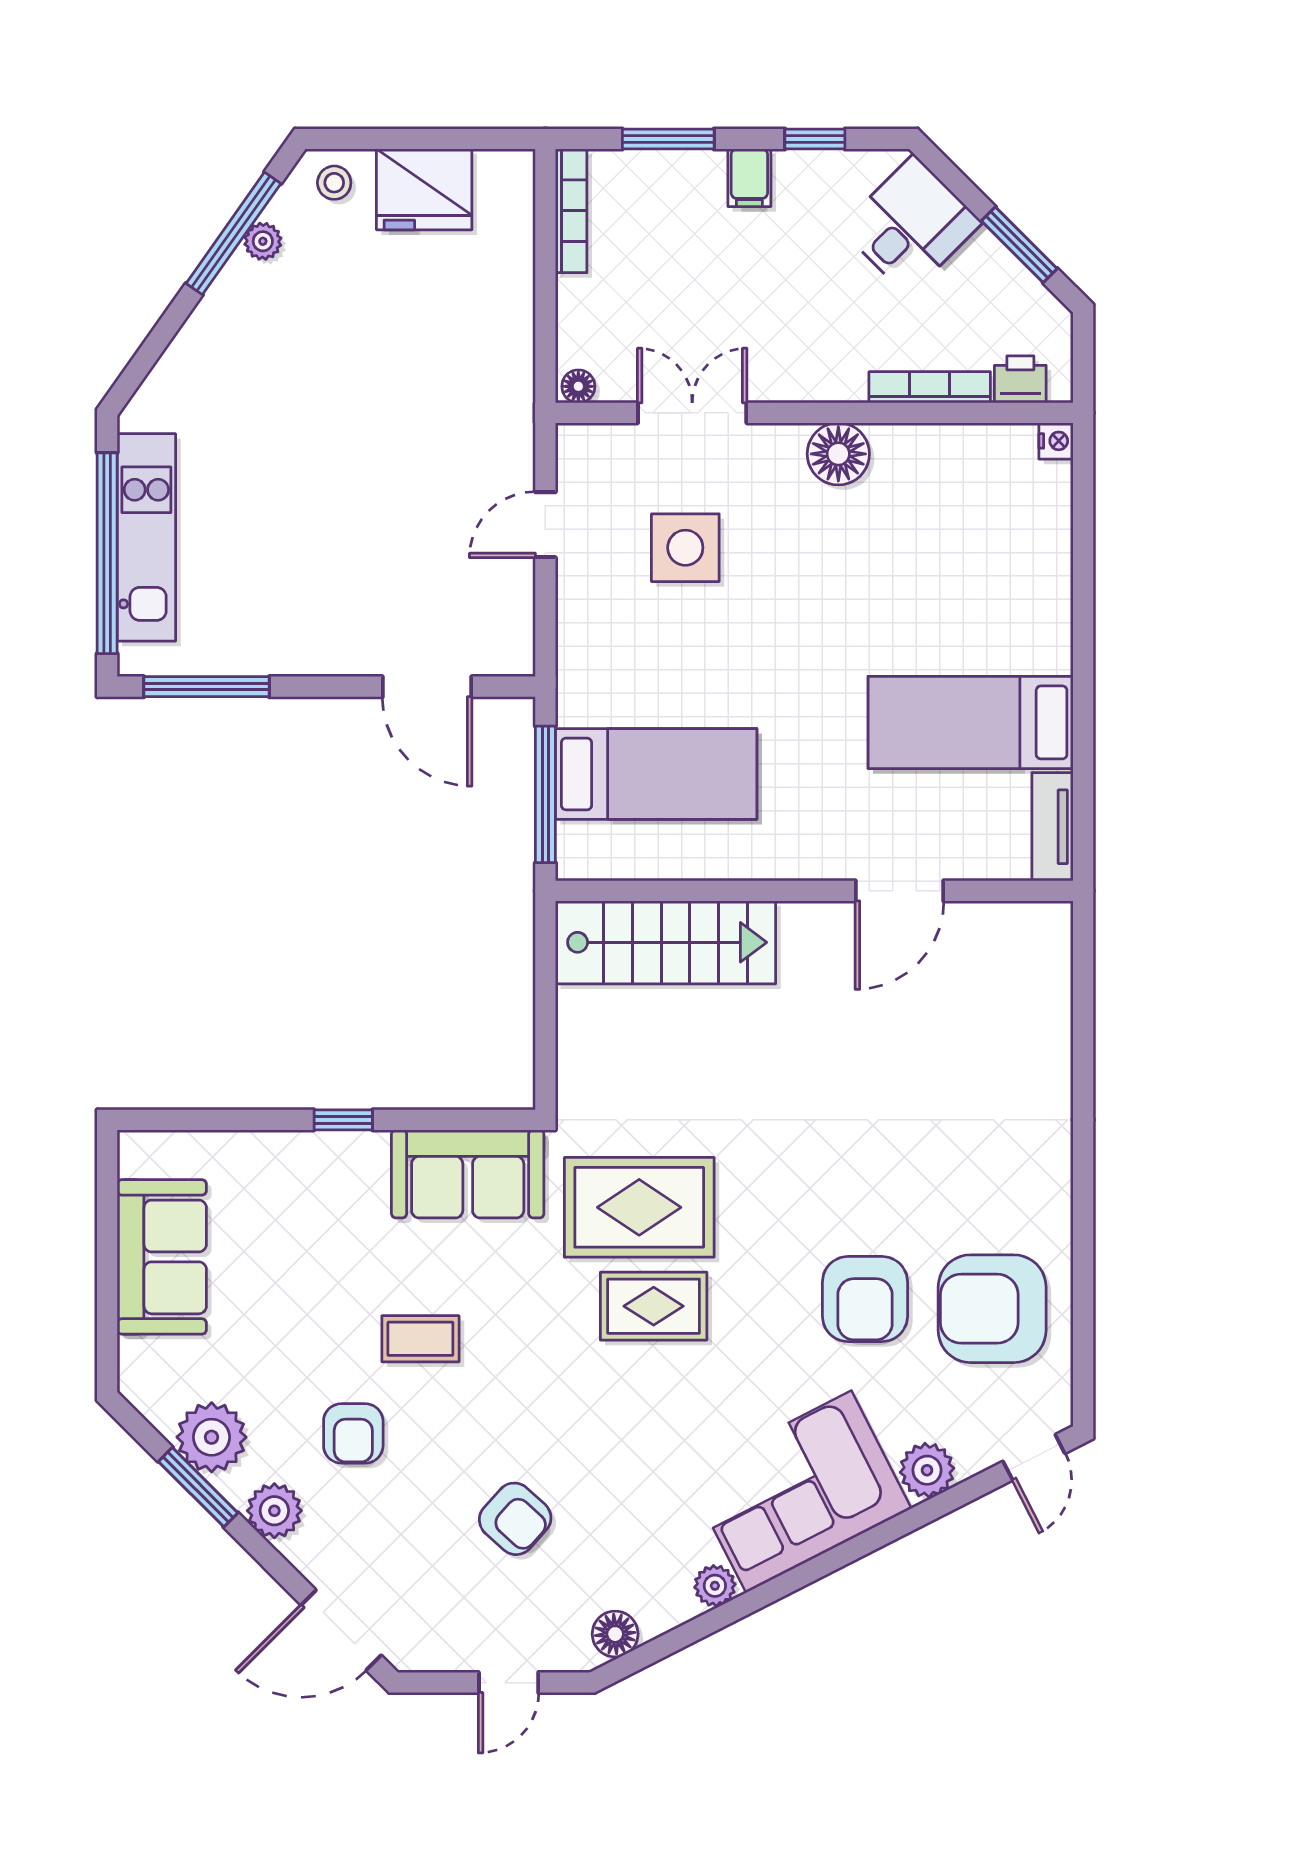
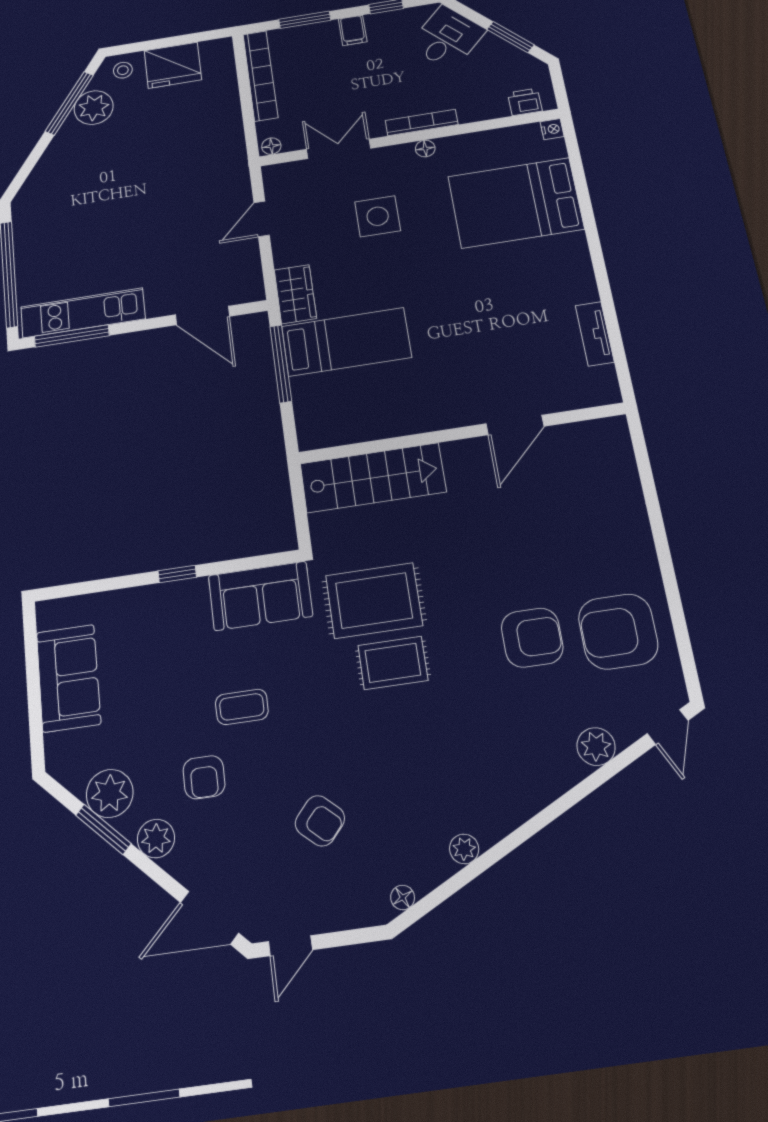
bookcase: (571, 211) -> (260, 76), width x1.48, depth x1.31
plant: (263, 241) -> (94, 108), width x1.88, depth x1.88
bookcase: (930, 387) -> (422, 123), moved
floor lamp: (838, 454) -> (425, 149), width x0.53, depth x0.53
kitchen unit: (146, 537) -> (83, 313), moved, turned -90
side table: (685, 548) -> (378, 216), moved
wardrobe: (584, 674) -> (295, 294), added
bed: (971, 722) -> (516, 203), moved, width x1.50
wall: (814, 891) -> (461, 433), moved
door: (900, 891) -> (515, 425), moved
stairs: (666, 942) -> (373, 478), moved
armchair: (865, 1299) -> (532, 638), turned -90
corner sofa: (799, 1492) -> (511, 774), removed
floor lamp: (615, 1634) -> (403, 898), width x0.73, depth x0.73
door: (509, 1683) -> (290, 946), moved

